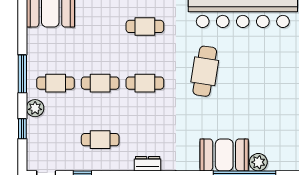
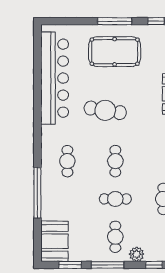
window: (22, 30) -> (70, 265), added
pool table: (274, 82) -> (115, 52), added
cafe table: (100, 83) -> (115, 199), turned 90

